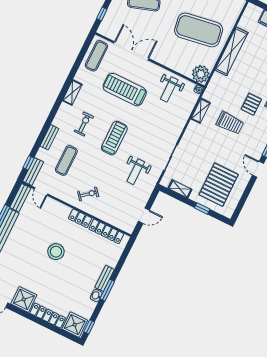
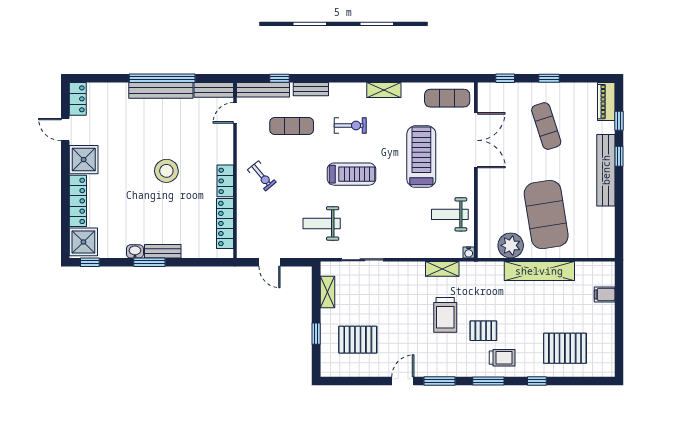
plant: (201, 74) -> (511, 245), moved
window: (29, 163) -> (279, 78), moved
bench: (33, 172) -> (263, 90), width x1.36
pallet: (219, 185) -> (358, 340), width x0.73, depth x0.71

